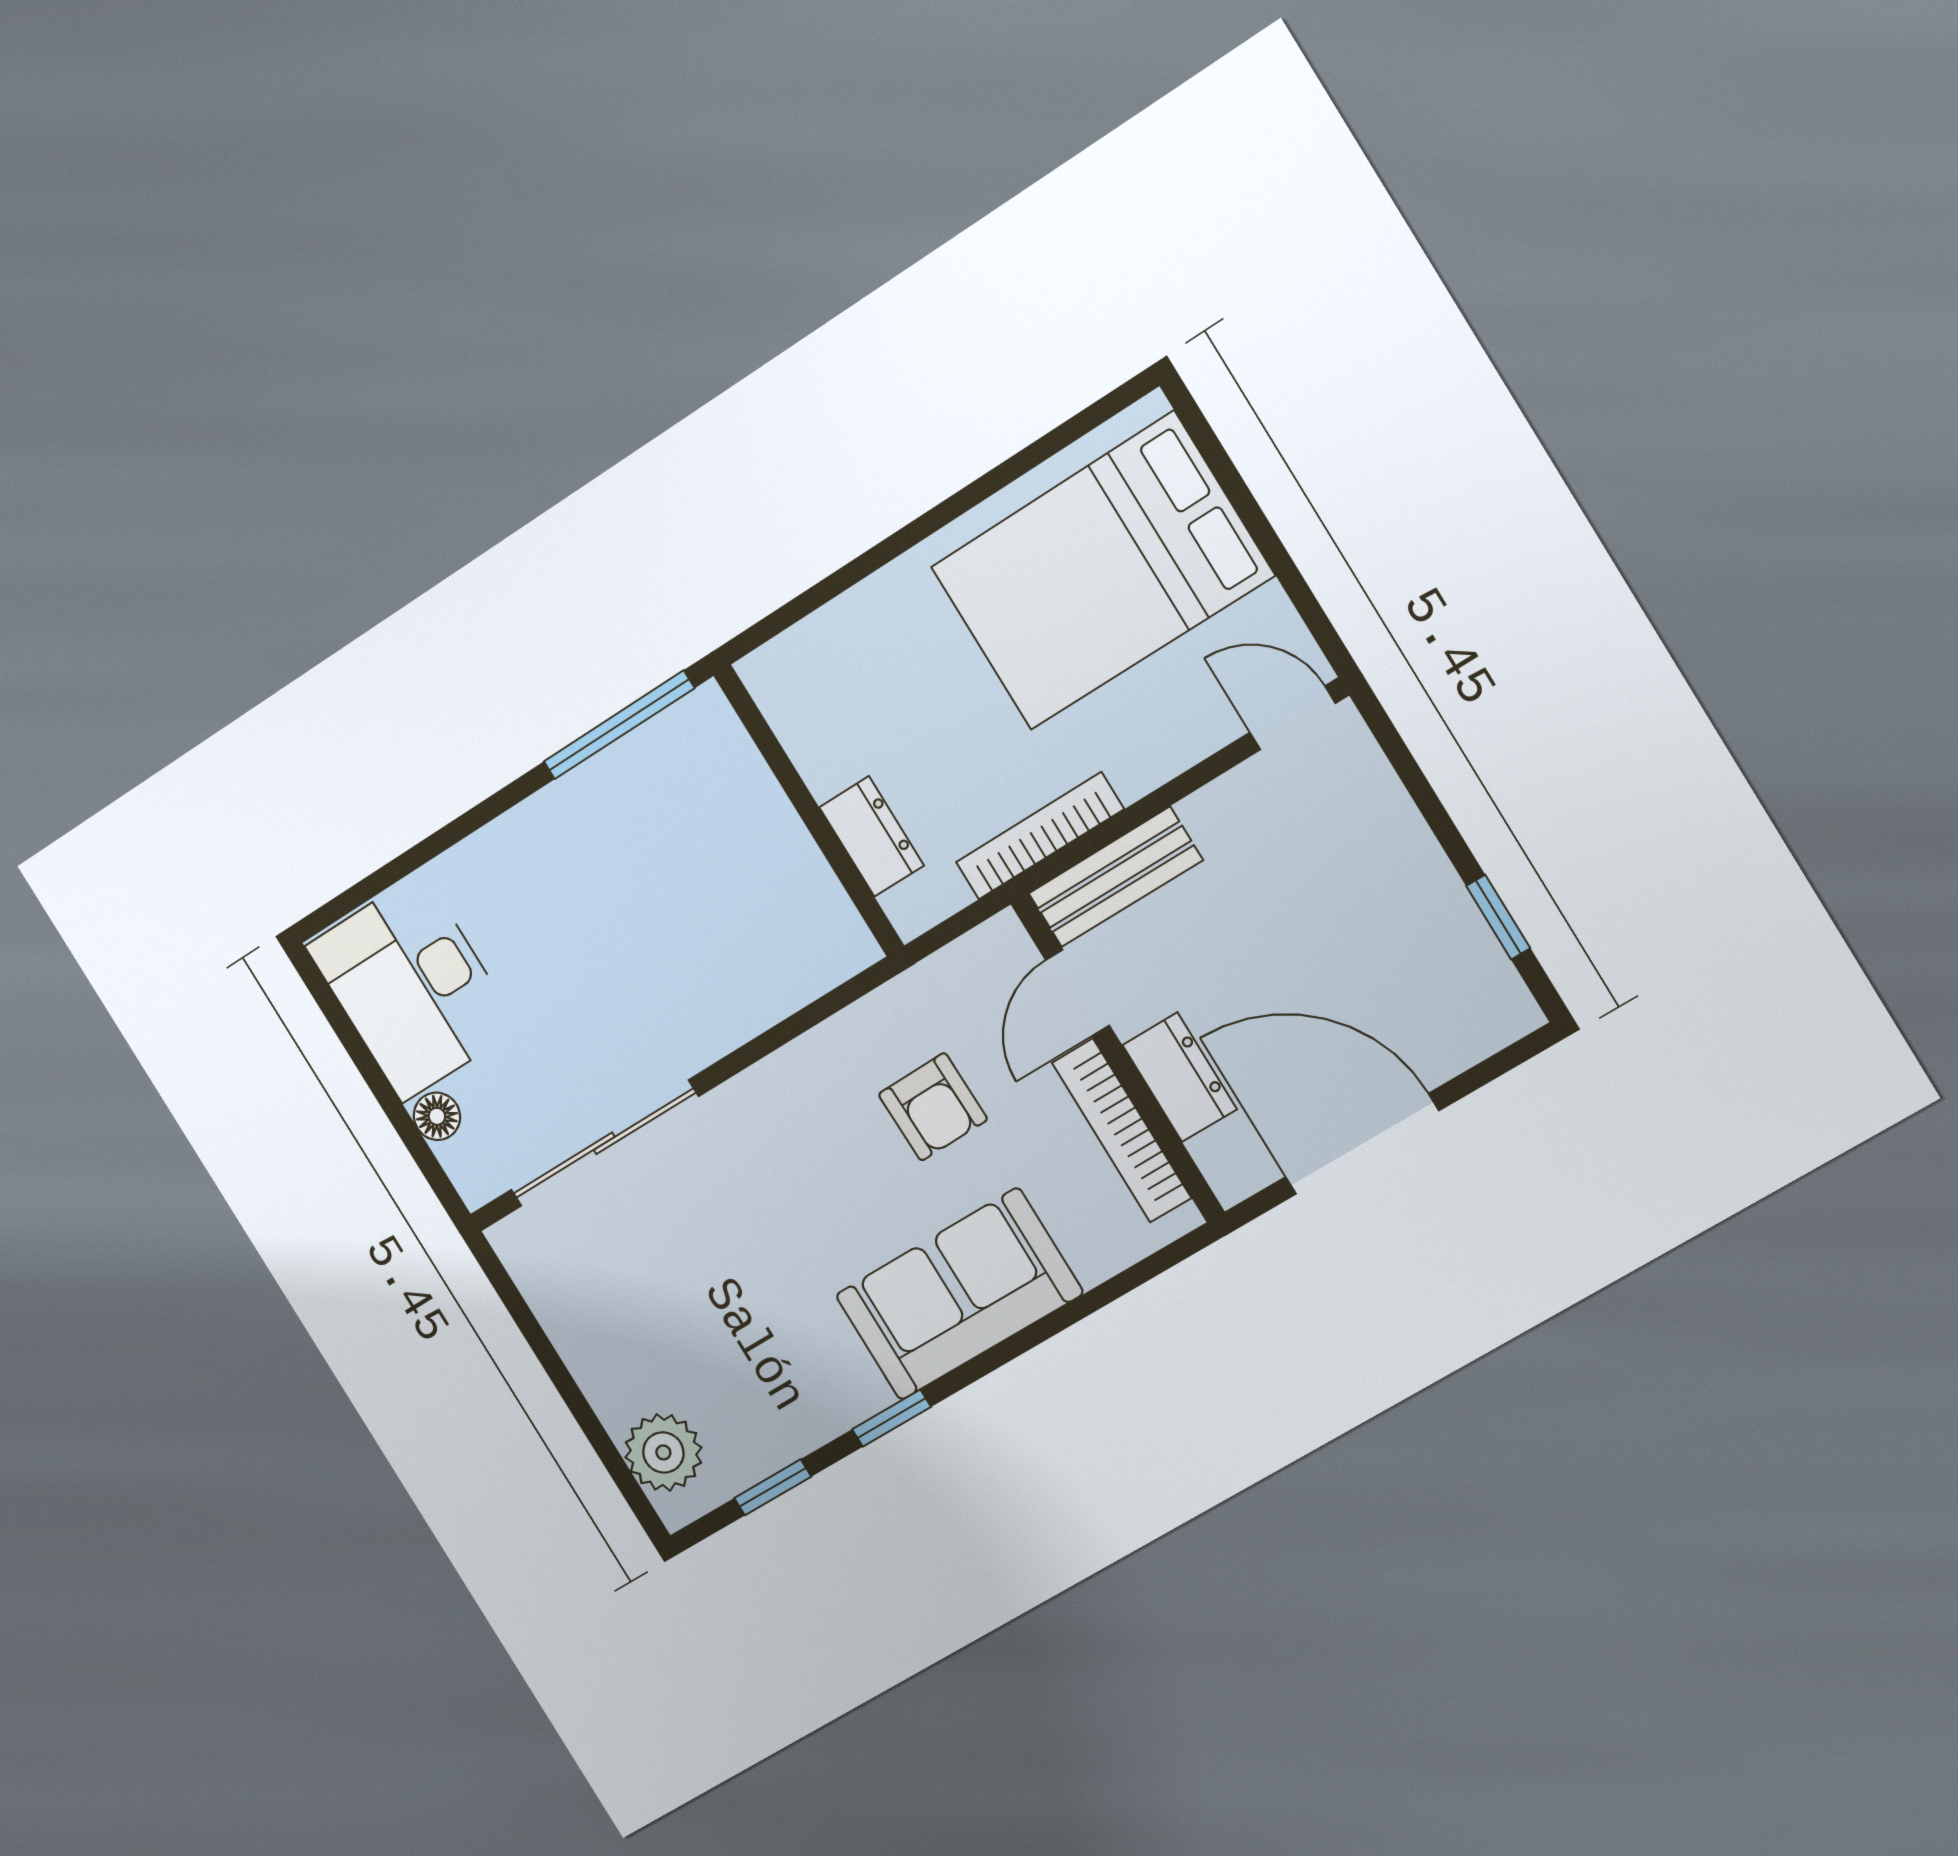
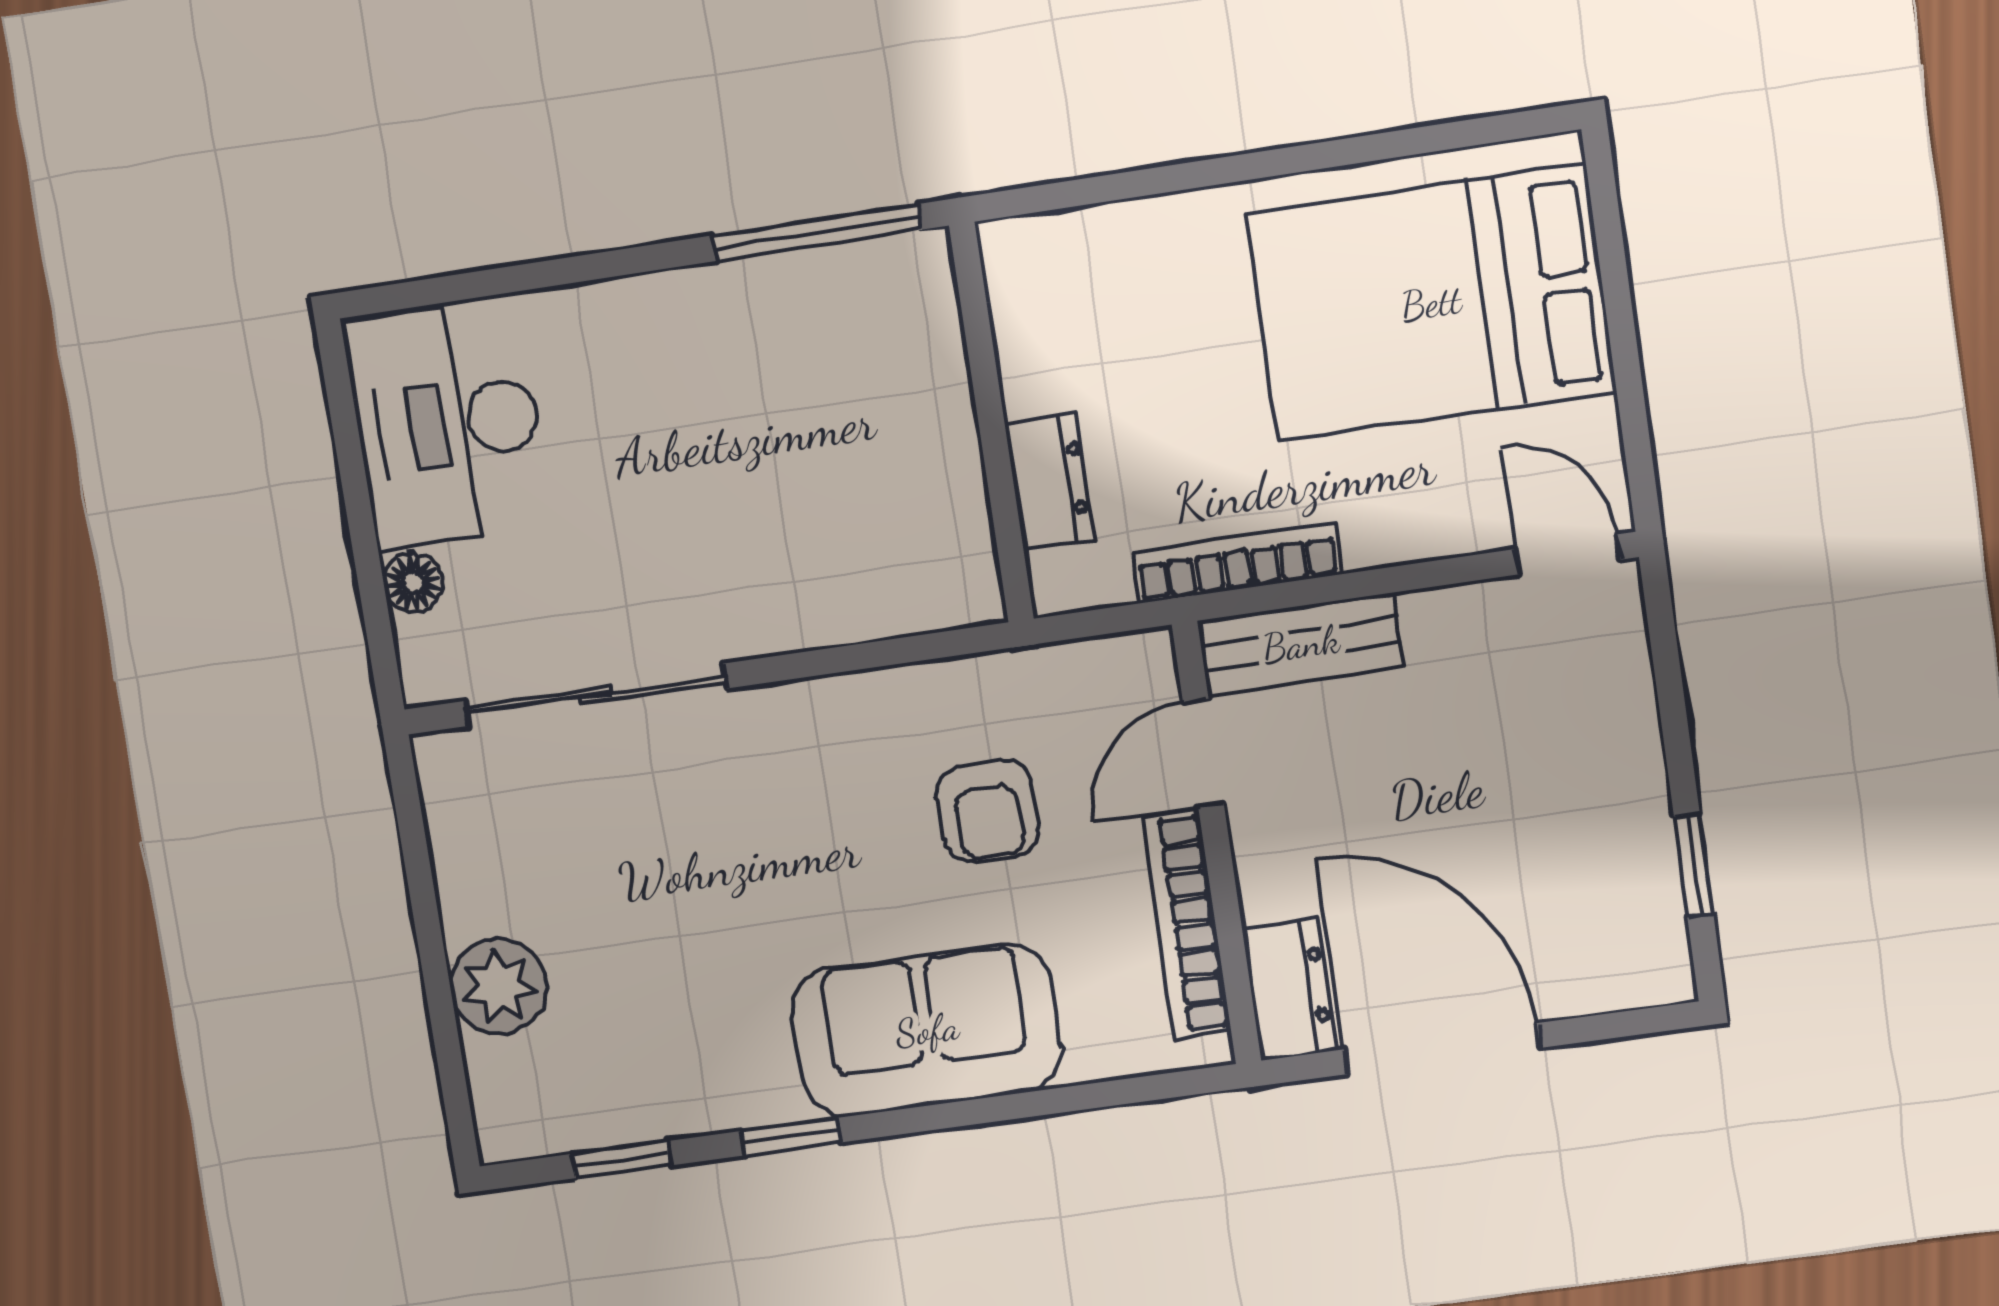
dresser: (1180, 1077) -> (1289, 989), moved
plant: (663, 1452) -> (499, 986), moved

